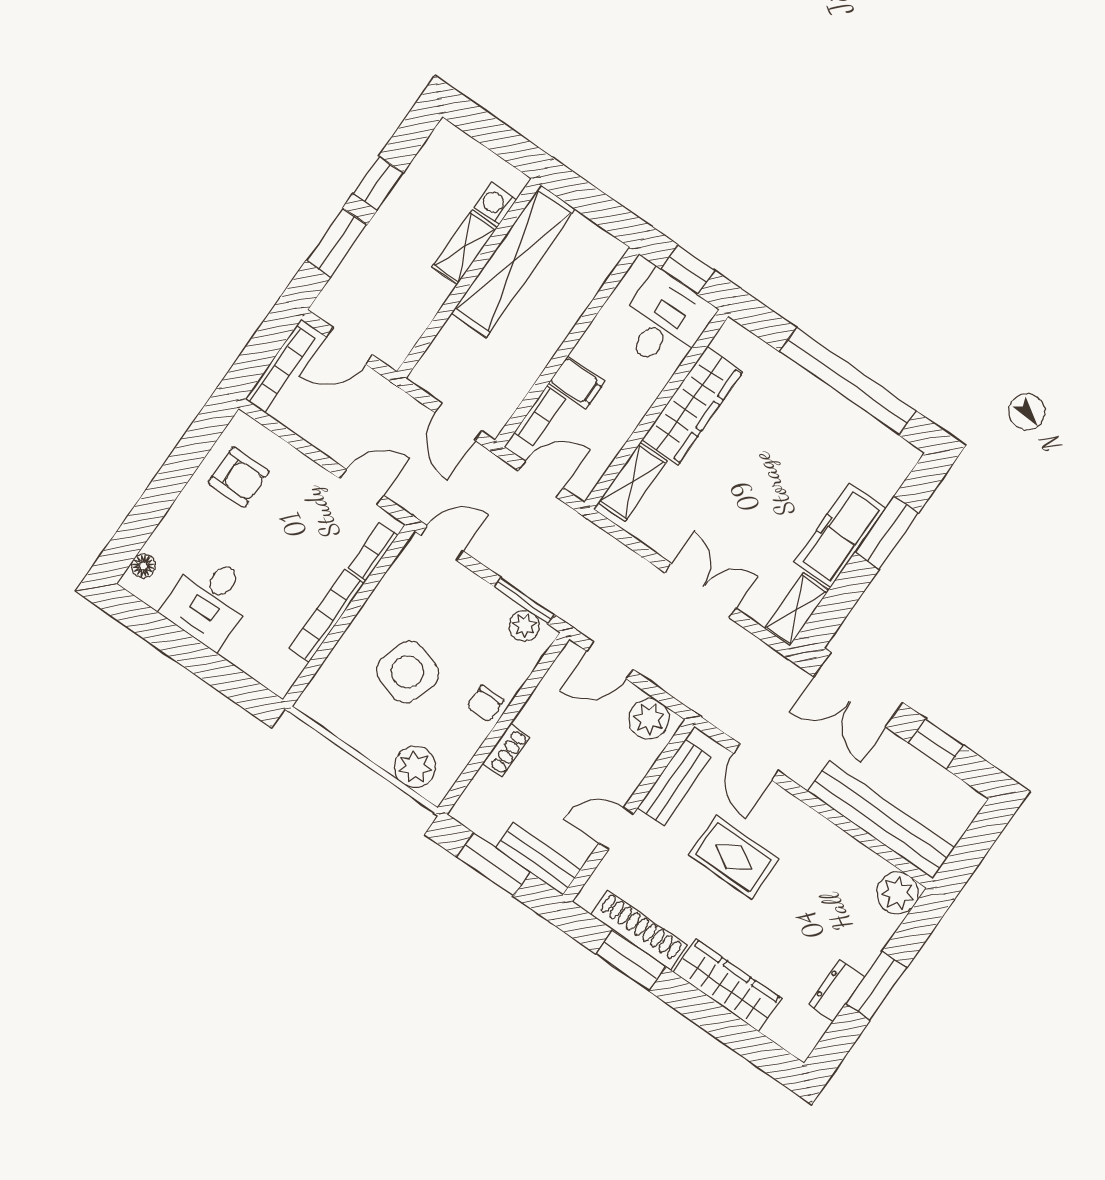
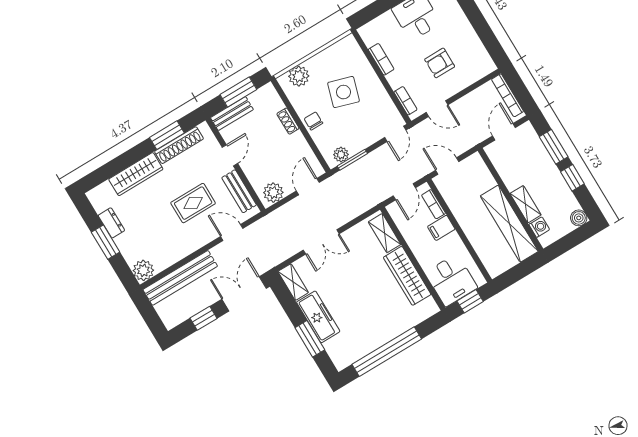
boiler: (446, 139) -> (579, 218), added
armchair: (239, 477) -> (440, 63), moved
door: (362, 487) -> (437, 109), hinge flipped
bookcase: (327, 616) -> (381, 59), width x0.64

